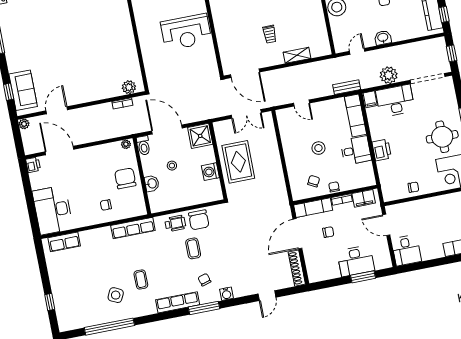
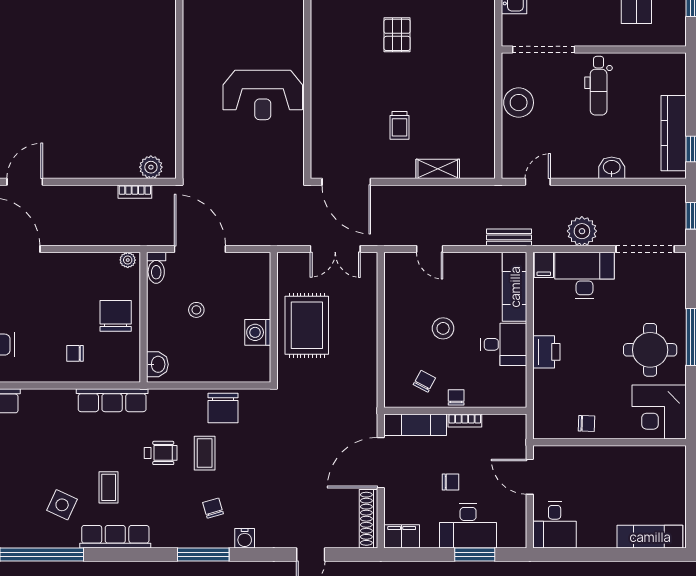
washbasin: (383, 38) -> (612, 168), moved
shower: (200, 136) -> (252, 270), removed
washbasin: (152, 183) -> (157, 364), moved
filing cabinet: (364, 198) -> (402, 536), moved, turned 180
wheelchair: (175, 223) -> (161, 453), moved
chair: (328, 232) -> (451, 482), moved
row of seats: (178, 302) -> (115, 537), moved

